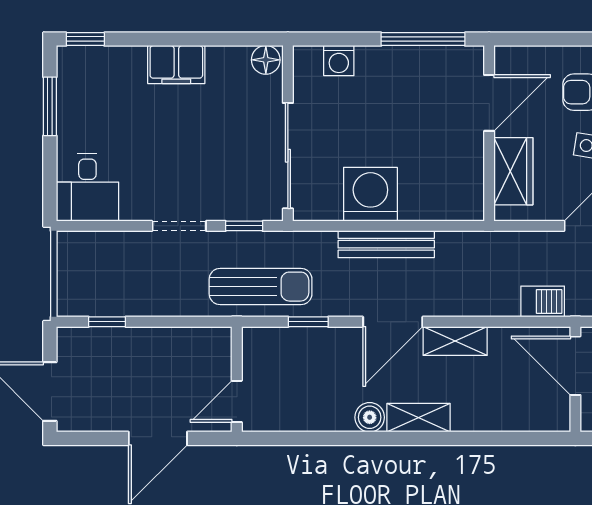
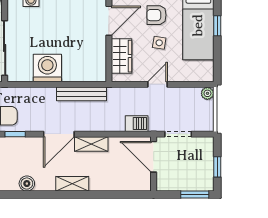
bench: (386, 244) -> (81, 94), moved
boiler: (370, 417) -> (27, 184), moved

